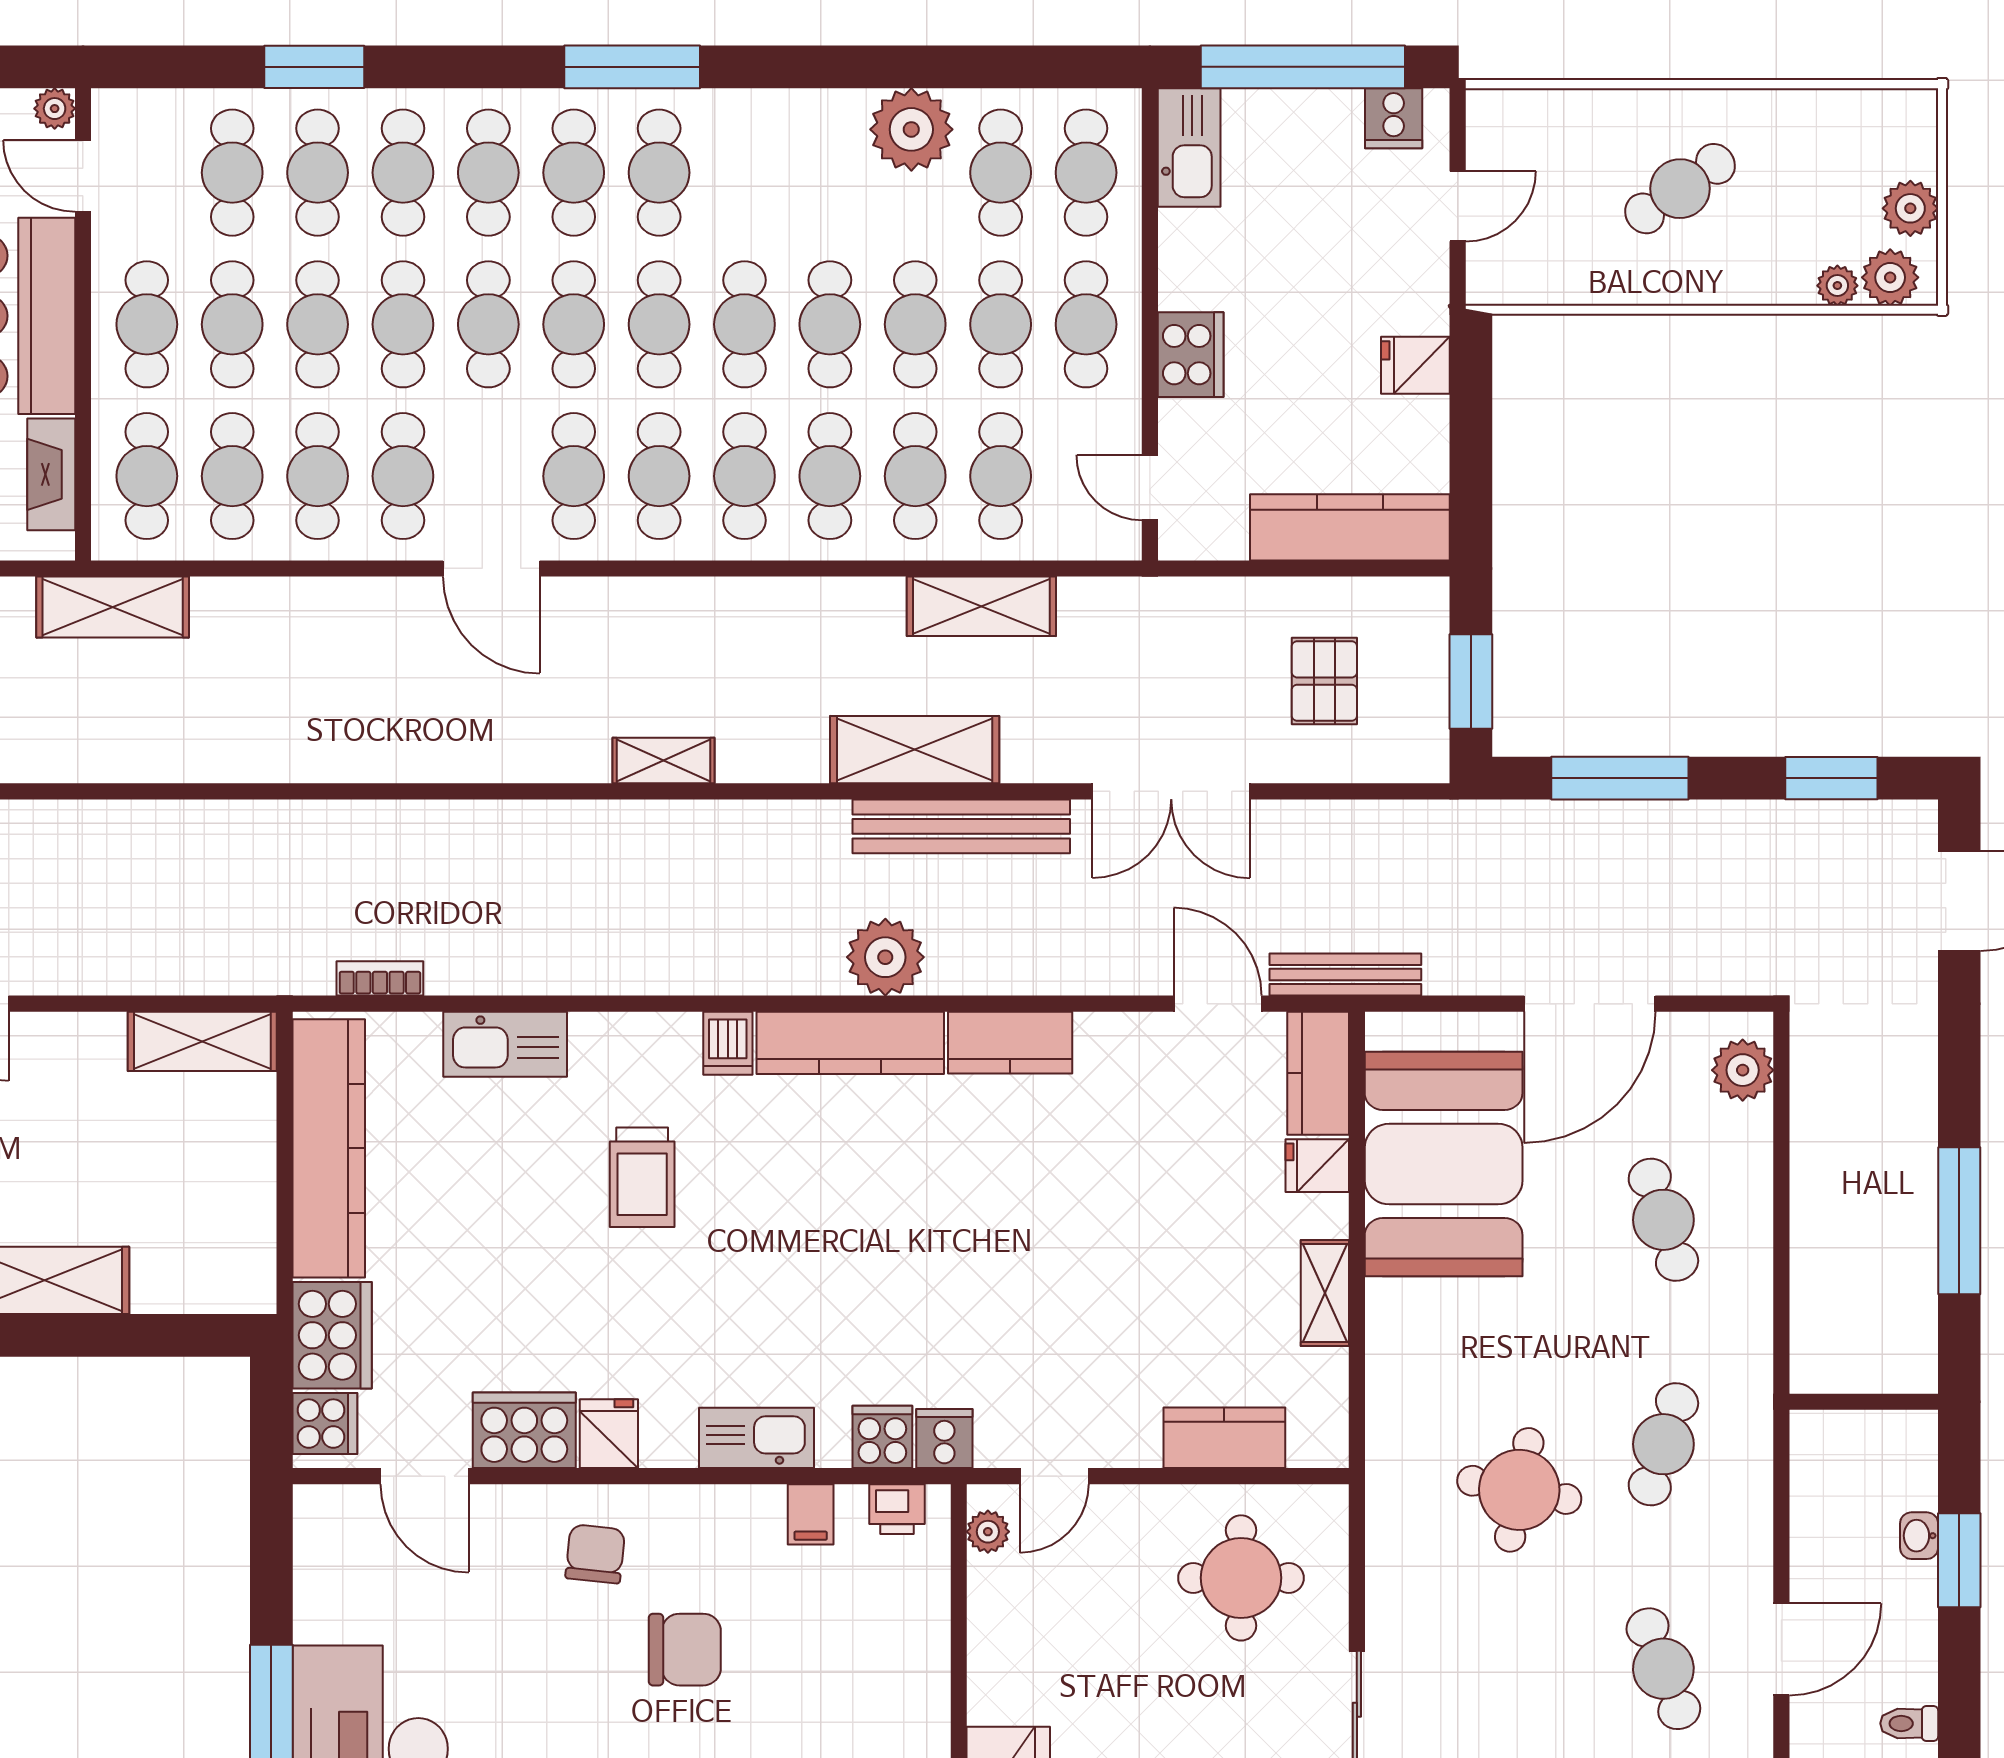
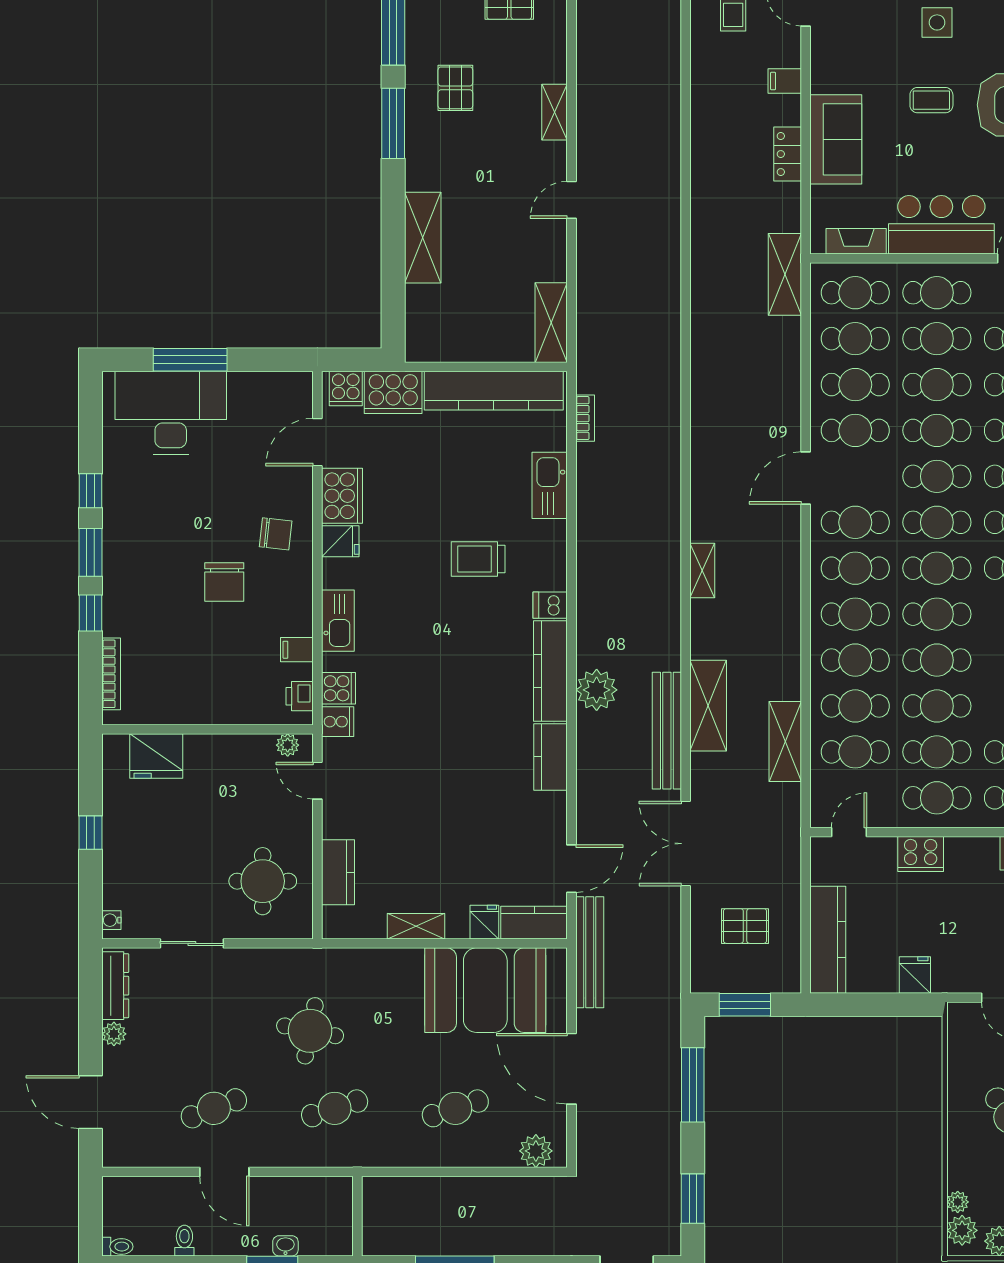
bench: (1345, 975) -> (590, 952), width x1.37, depth x1.21
cafe table: (1663, 1444) -> (335, 1108), turned -36

